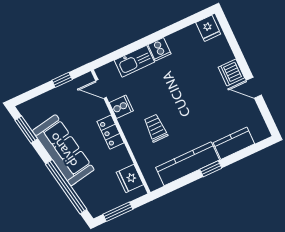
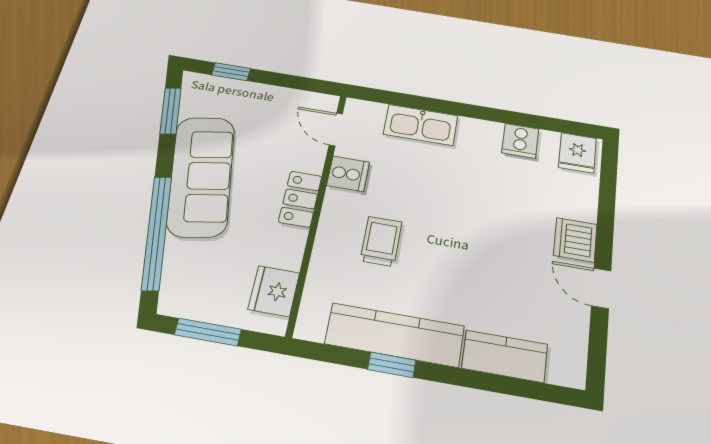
cooker: (159, 49) -> (520, 141), moved
window: (62, 80) -> (231, 72), moved
window: (211, 169) -> (392, 365), moved

